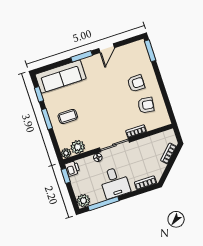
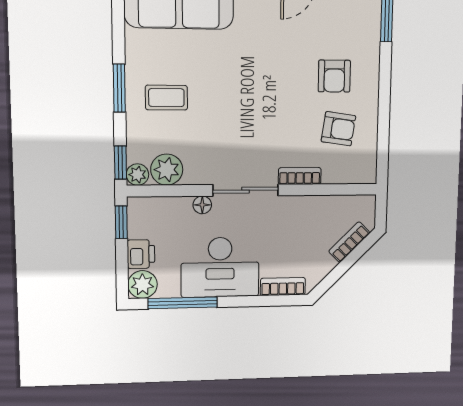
armchair: (136, 83) -> (334, 76), turned 90
window: (39, 94) -> (120, 163), moved
printer: (72, 168) -> (141, 254), moved
desk: (115, 183) -> (220, 267), width x1.37

